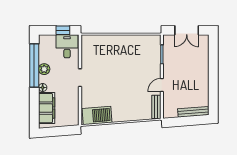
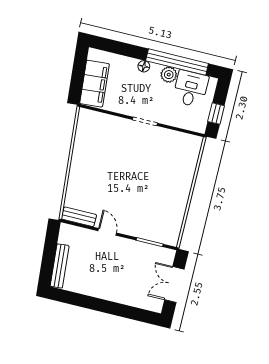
desk: (67, 46) -> (191, 89), moved, turned -90
filing cabinet: (47, 108) -> (94, 84), moved, turned -95
barbecue: (97, 116) -> (87, 132), removed

